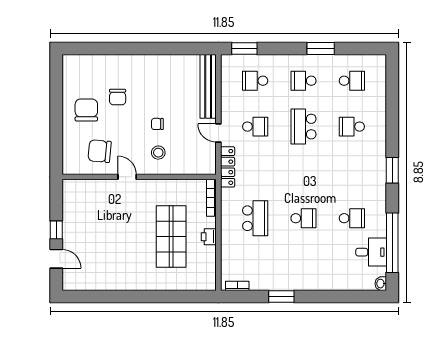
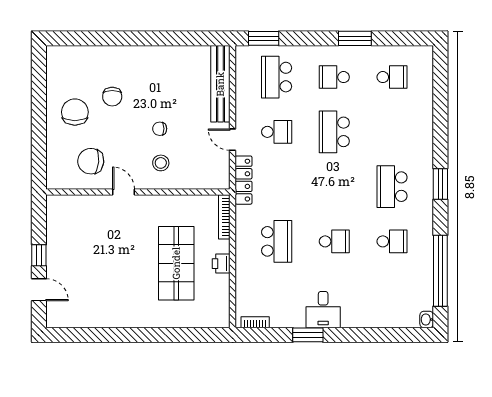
school desk: (255, 81) -> (277, 77), width x1.85
school desk: (352, 127) -> (392, 187), moved, width x1.85
desk: (371, 252) -> (323, 310), moved, turned 90

